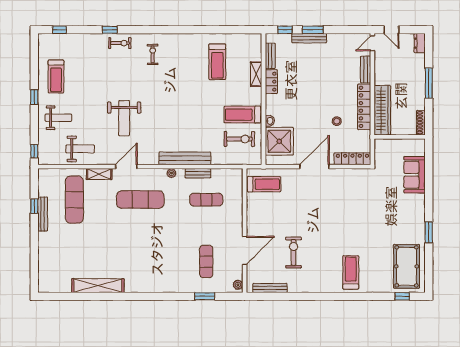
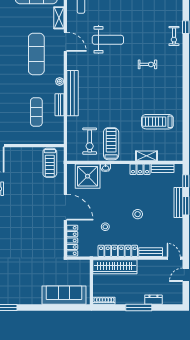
dresser: (420, 43) -> (153, 300), moved
exercise bike: (153, 54) -> (147, 64), moved
stool: (322, 84) -> (138, 214), added
weight bench: (124, 118) -> (108, 40), turned 180
sofa: (415, 175) -> (64, 295), width x1.36

